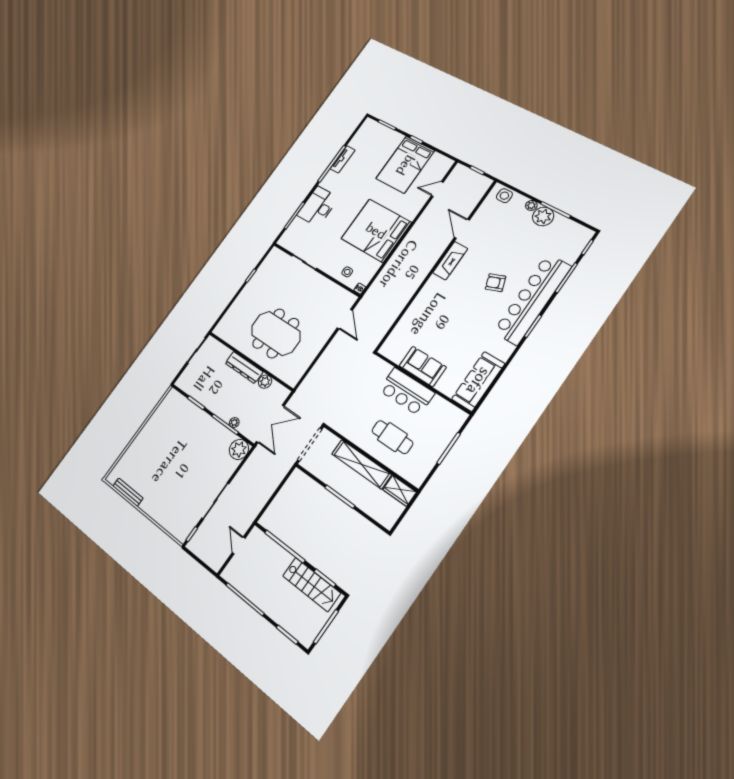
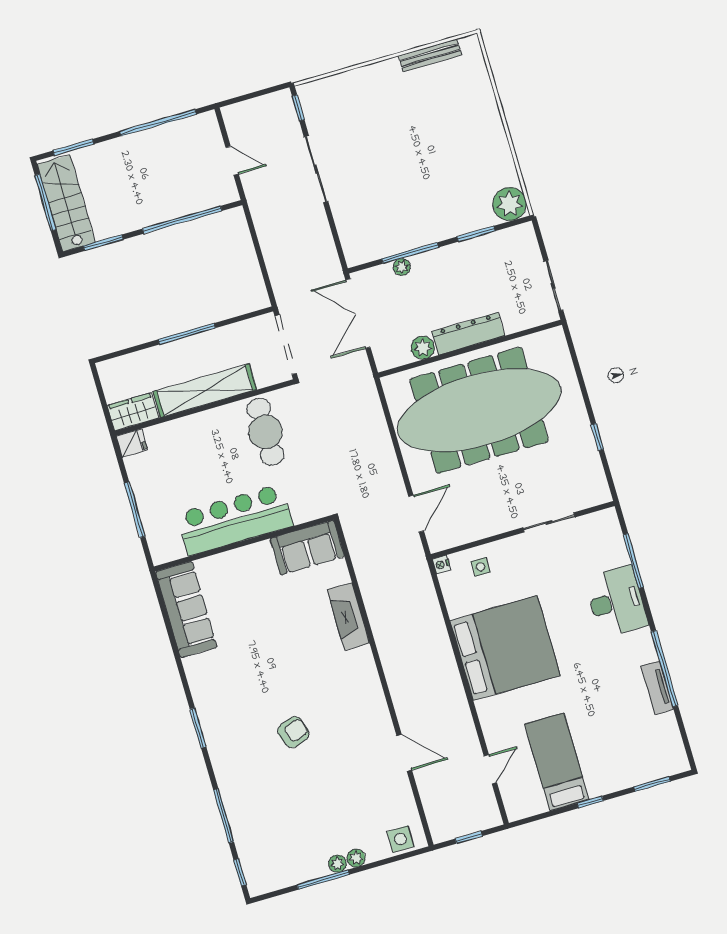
bed: (405, 165) -> (557, 762), width x0.67
plant: (543, 216) -> (337, 864), width x0.53, depth x0.53
fireplace: (450, 261) -> (348, 616), moved
bar counter: (532, 299) -> (232, 756), removed
door: (345, 319) -> (416, 514), swing flipped
meeting table: (276, 333) -> (479, 410), width x1.86, depth x1.27
sofa: (423, 366) -> (307, 547), moved
bar counter: (407, 392) -> (235, 520), width x1.36
cafe table: (392, 437) -> (265, 432), moved, turned 90
plant: (239, 449) -> (510, 204), moved
fridge: (416, 478) -> (132, 443), added
stairs: (312, 584) -> (66, 203), moved, turned 90

